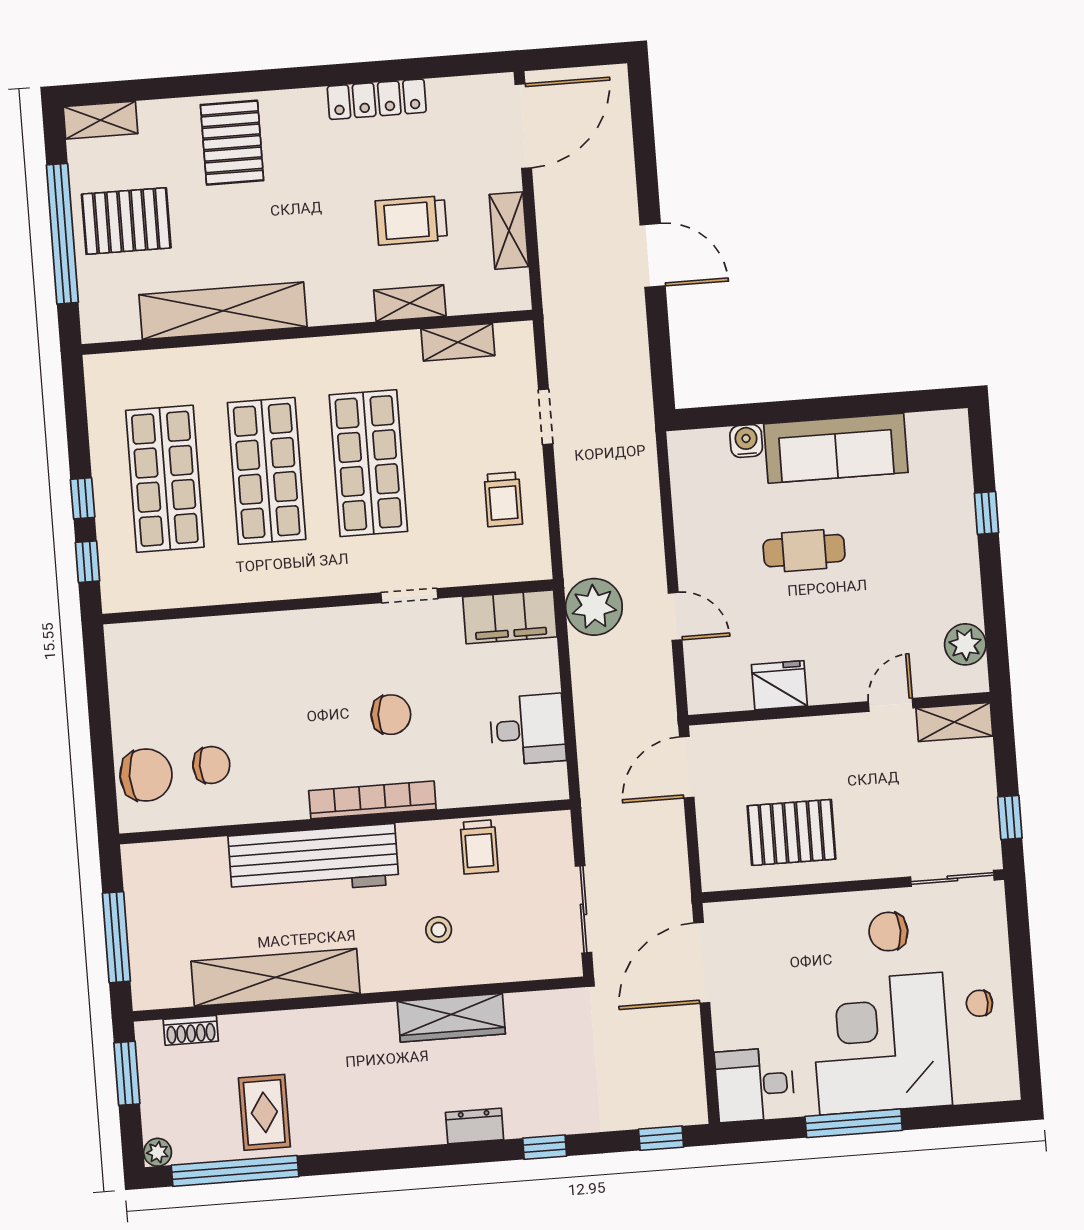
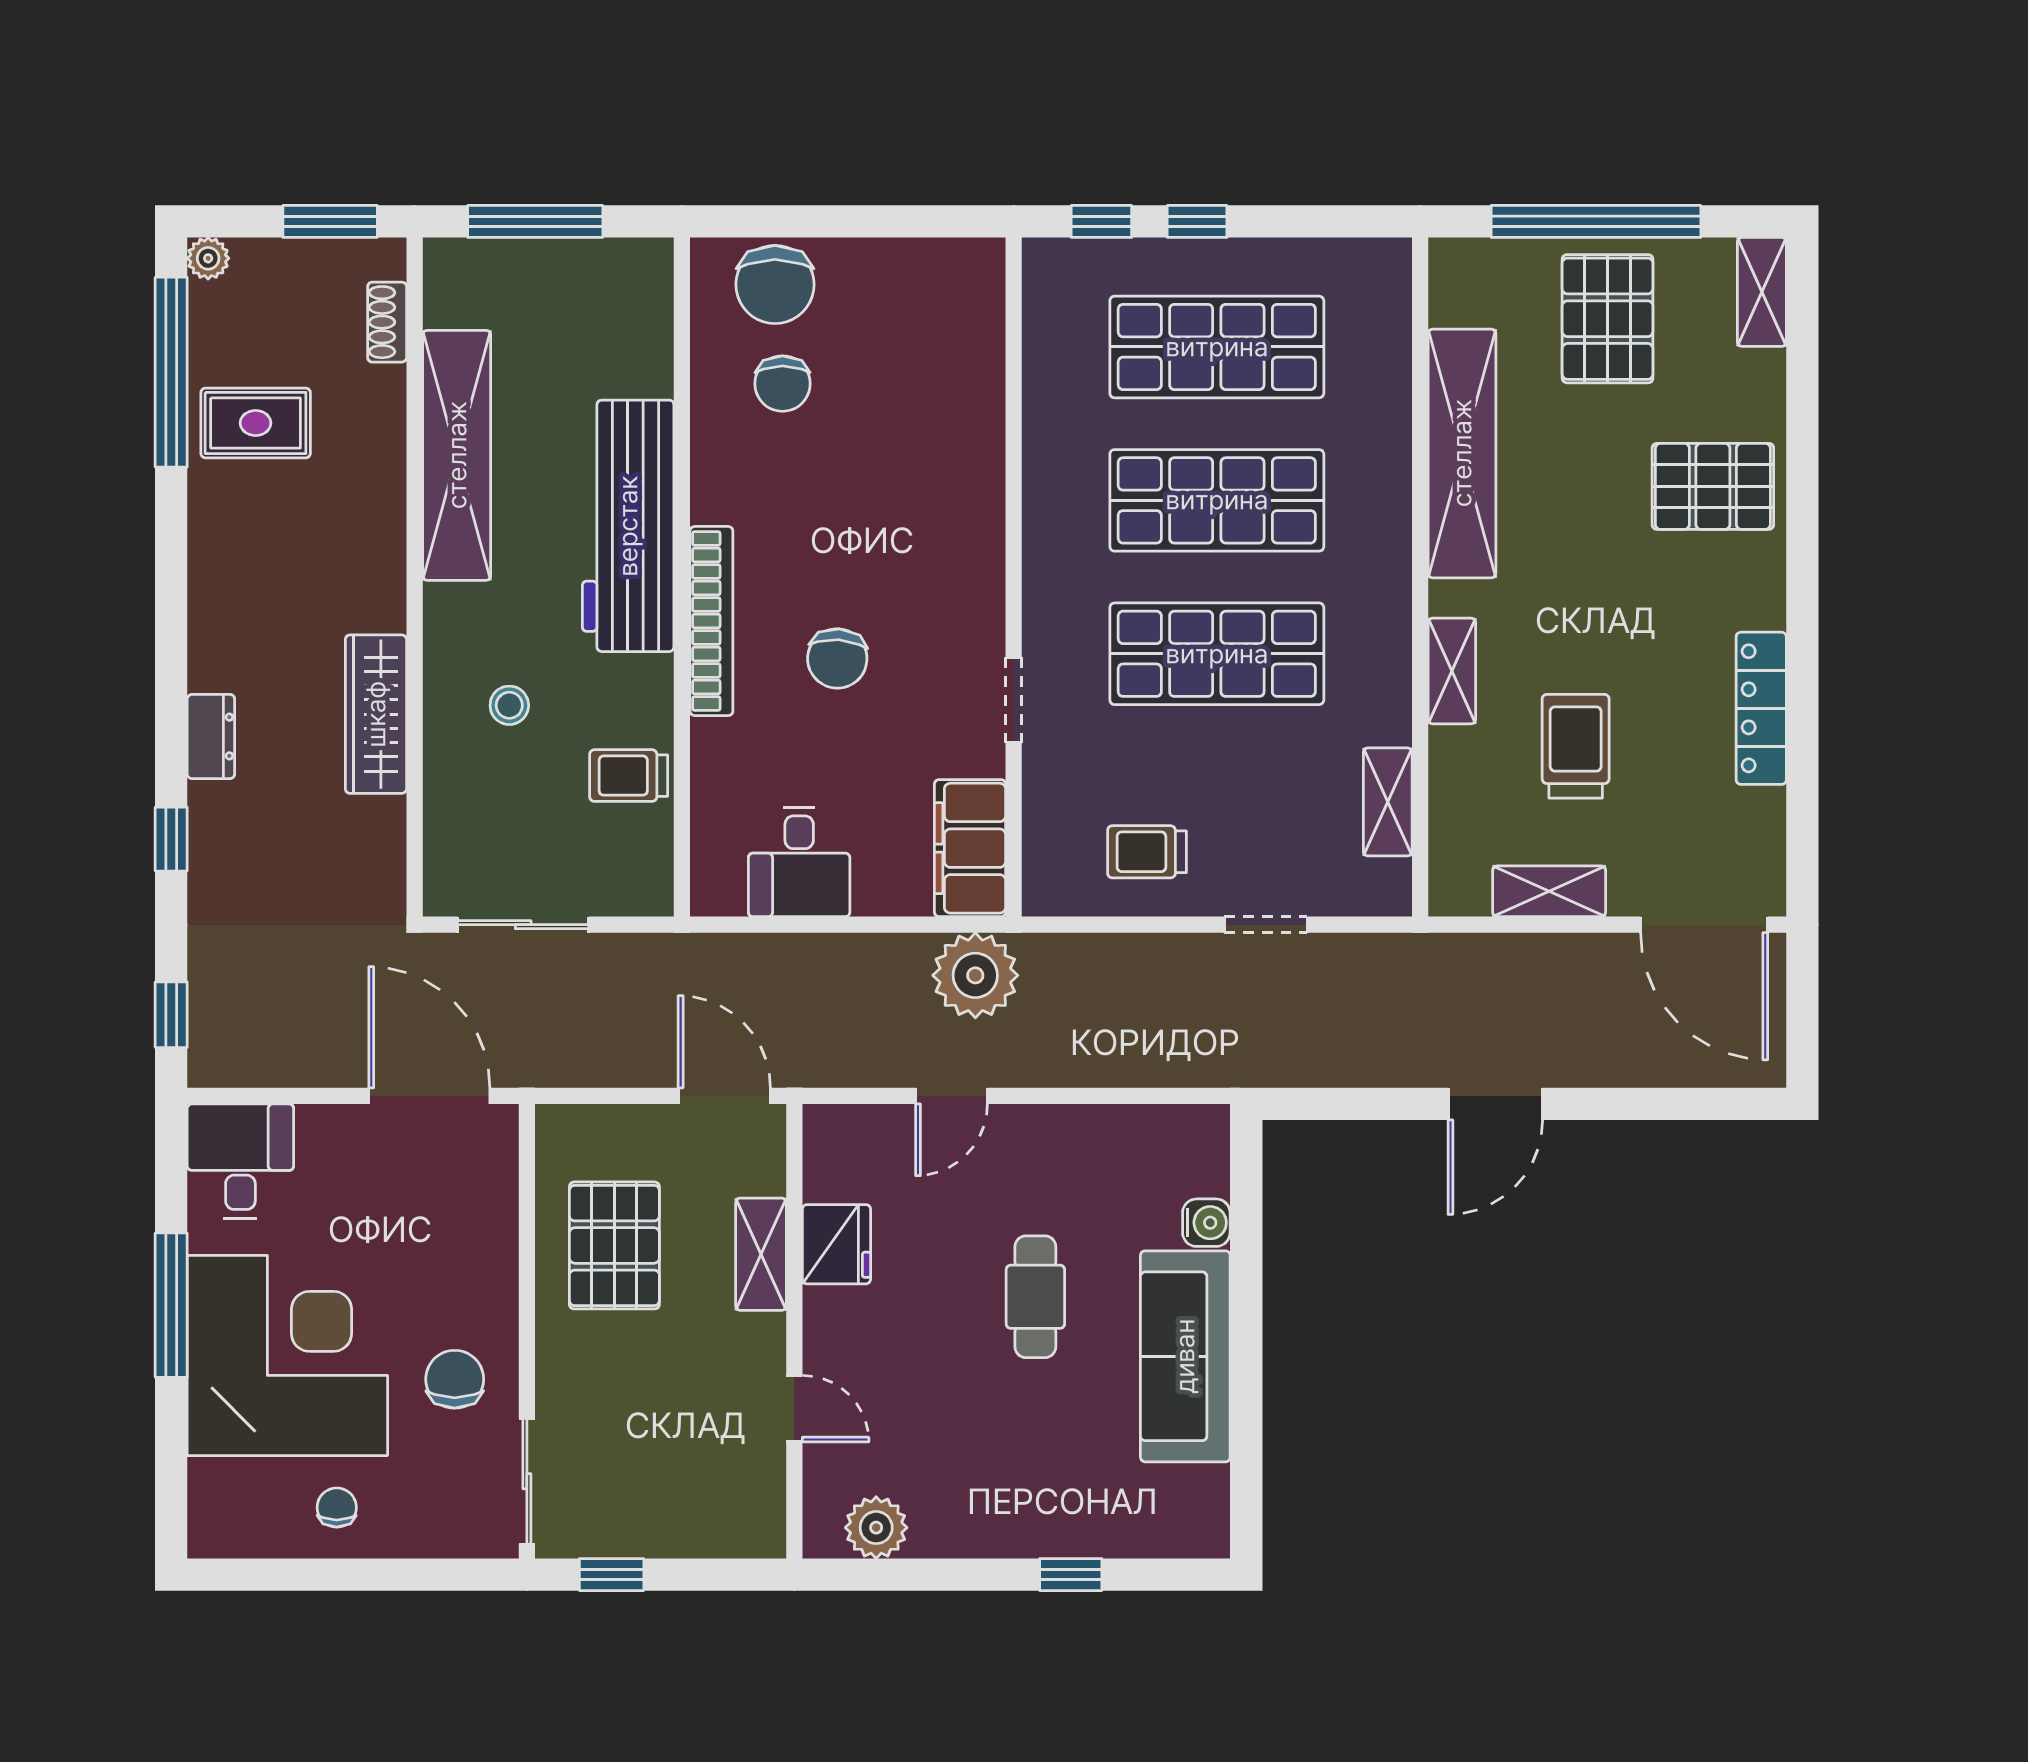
shelving: (410, 303) -> (1452, 671), moved
shelving: (954, 722) -> (761, 1254), moved

